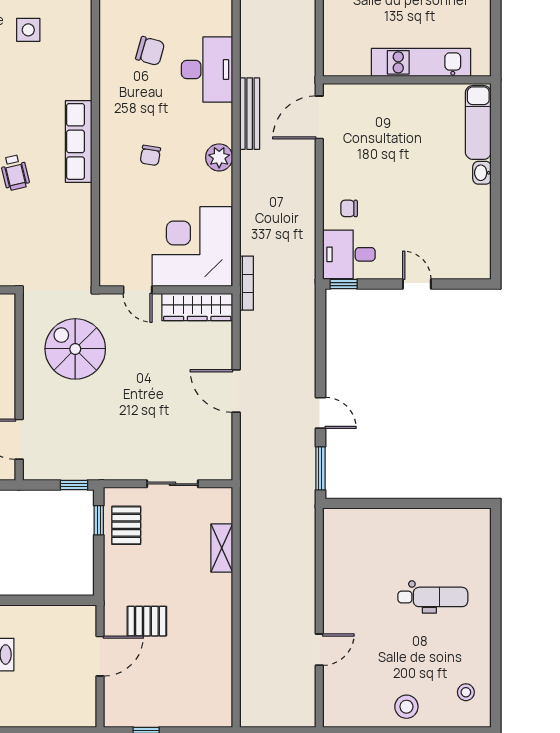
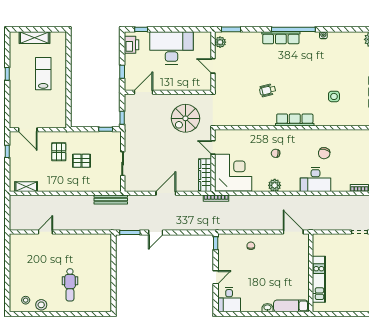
bench: (250, 114) -> (111, 199), moved
row of seats: (79, 141) -> (295, 120), moved
desk: (349, 254) -> (229, 300), moved, turned 180
door: (138, 290) -> (213, 147), hinge flipped
spiral stairs: (75, 349) -> (185, 118), turned 180
pallet: (126, 525) -> (81, 161), moved
shelving: (222, 548) -> (26, 187), moved
door: (319, 650) -> (45, 232), swing flipped
door: (100, 656) -> (28, 130), moved
stool: (406, 707) -> (41, 305), moved

